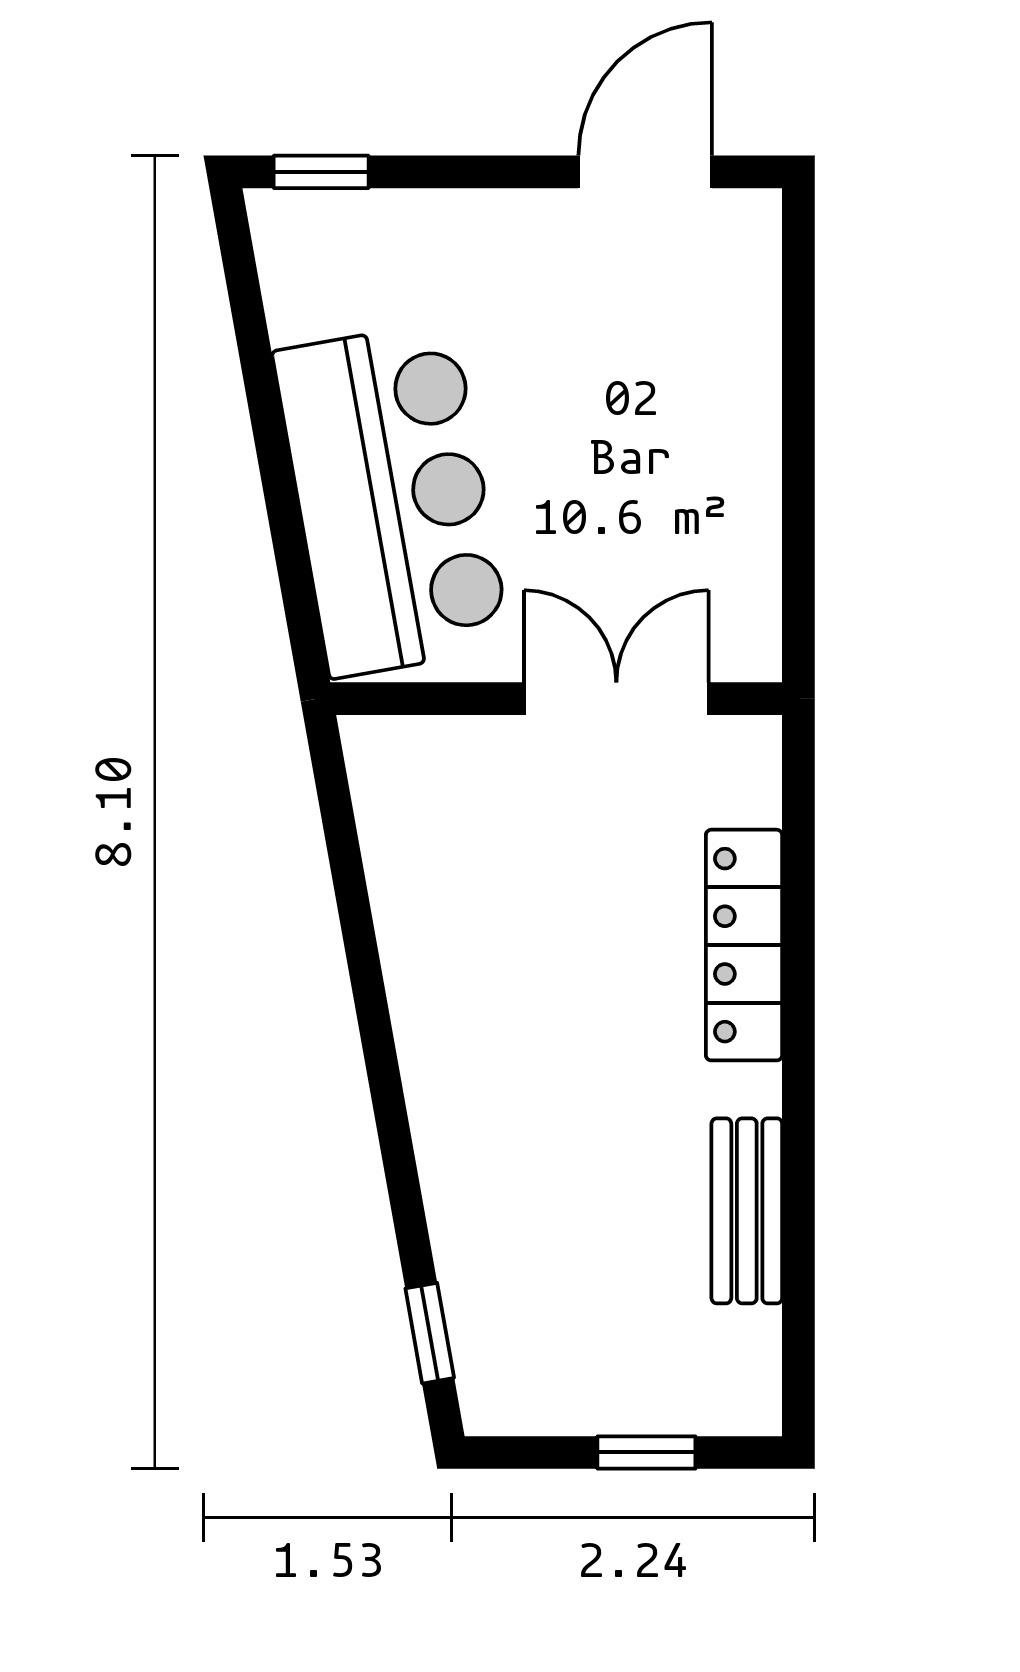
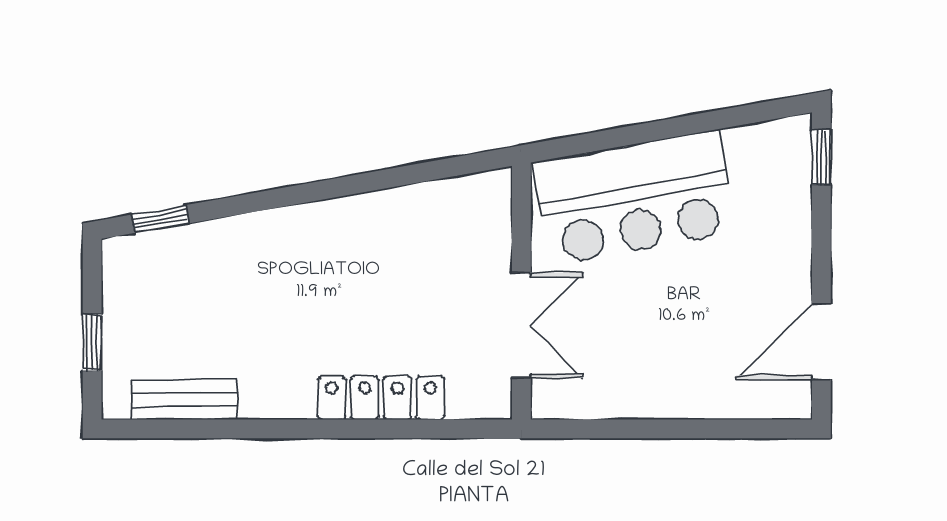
door: (645, 172) -> (821, 342), swing flipped
bench: (747, 1211) -> (184, 400), moved

